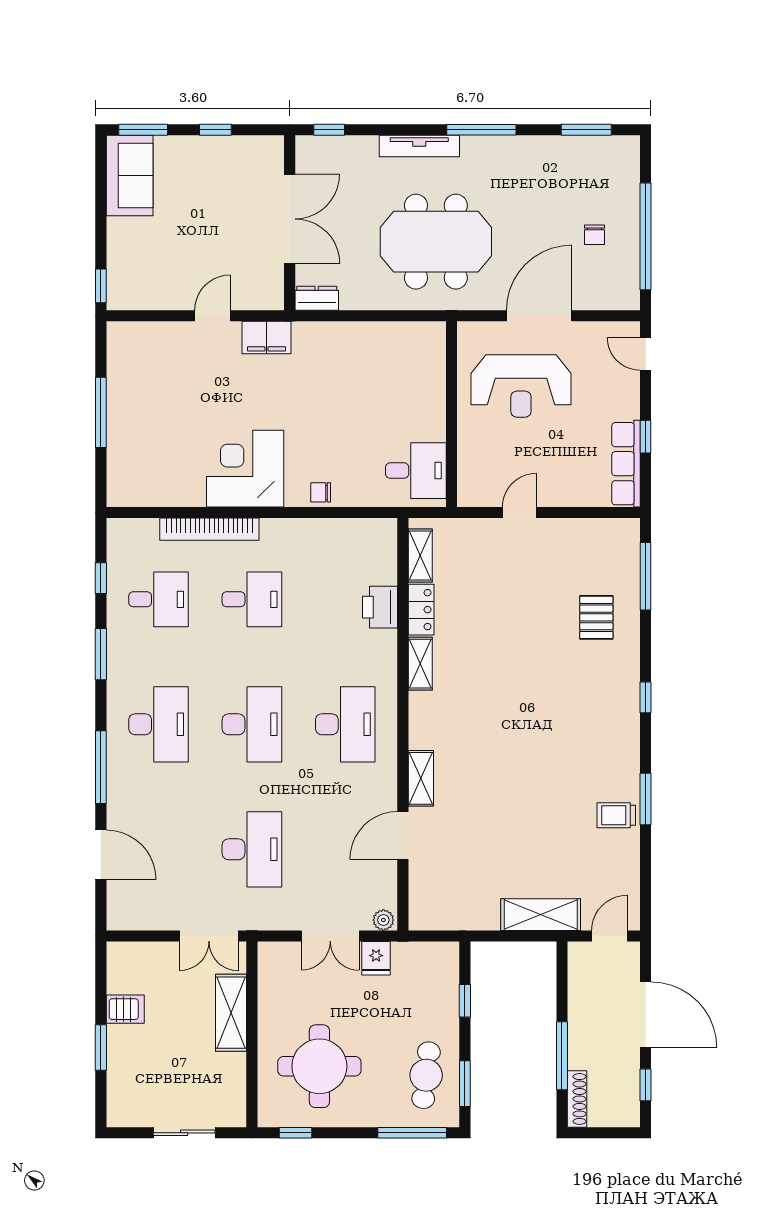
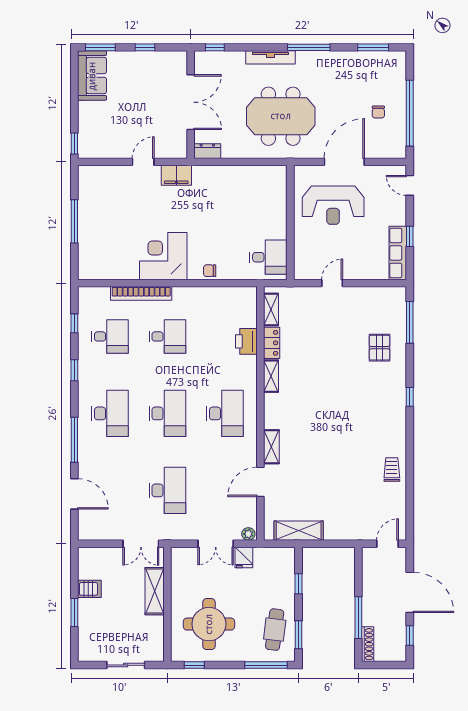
window: (101, 654) -> (74, 370), width x0.67
window: (646, 799) -> (410, 459), removed
trolley: (616, 815) -> (392, 470), turned 90
shelving: (541, 915) -> (299, 531), moved

